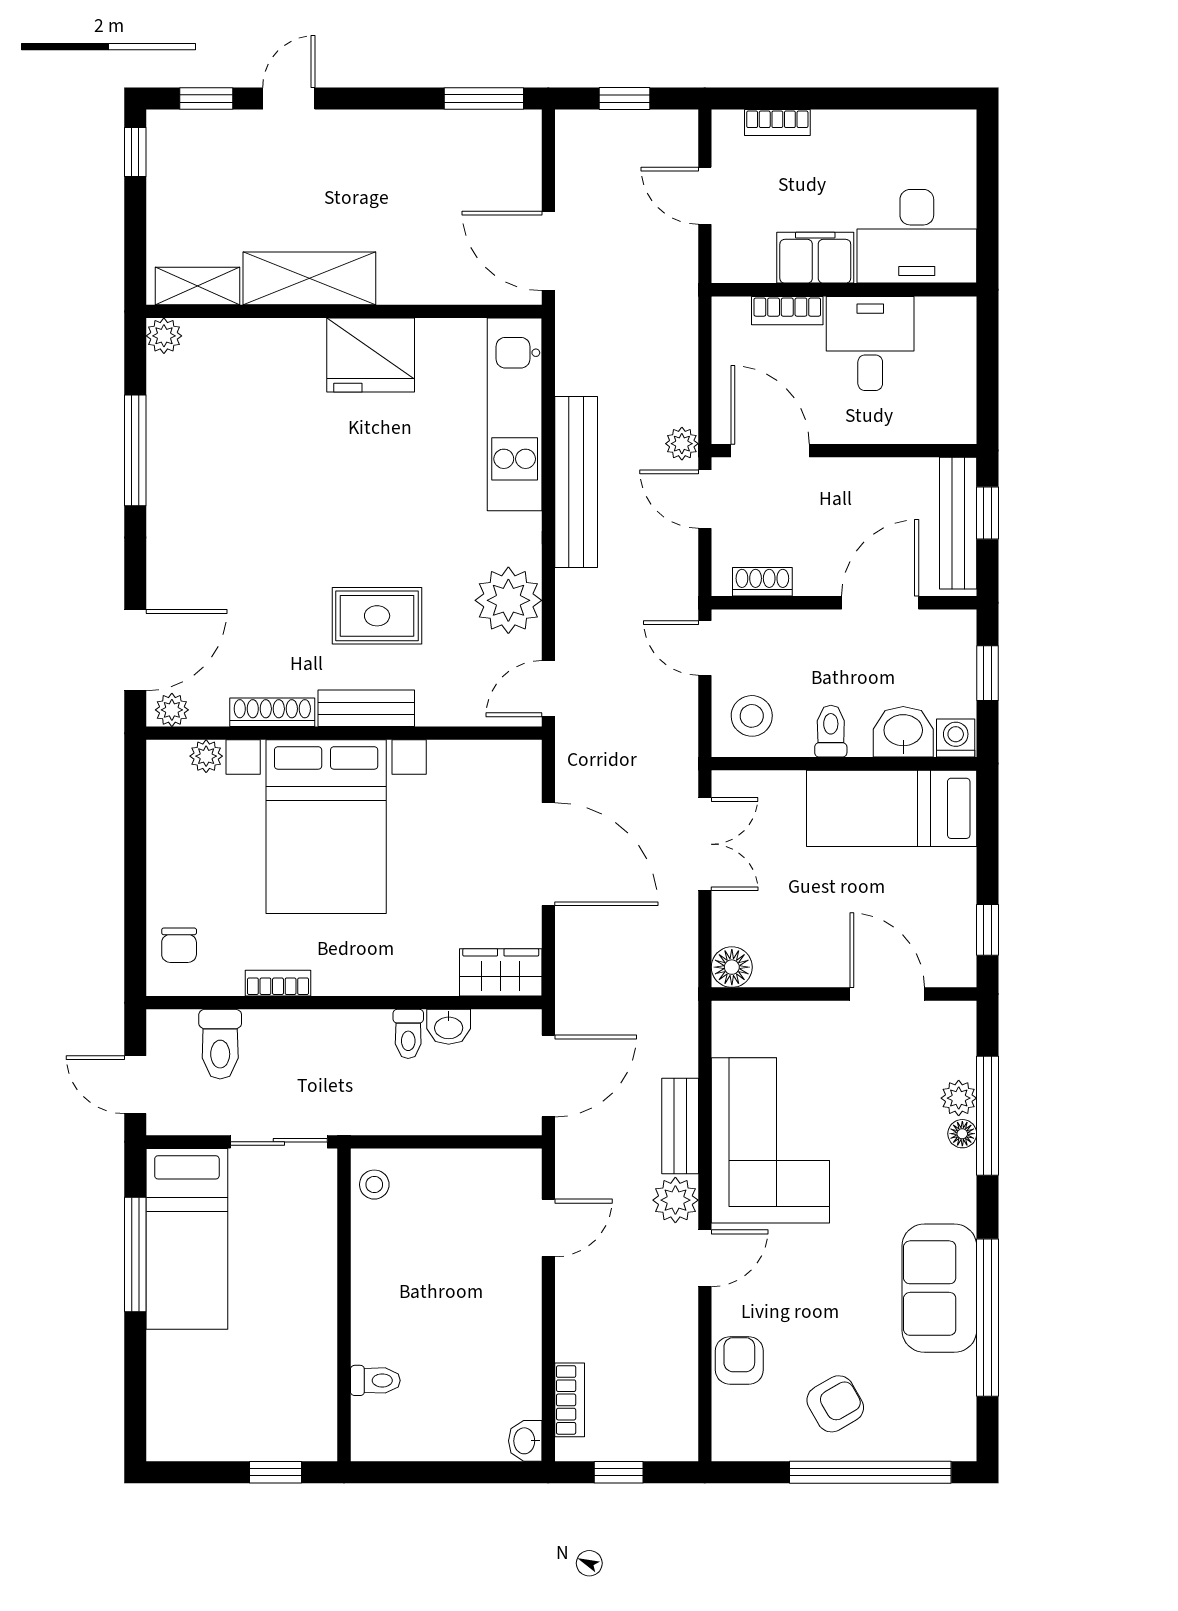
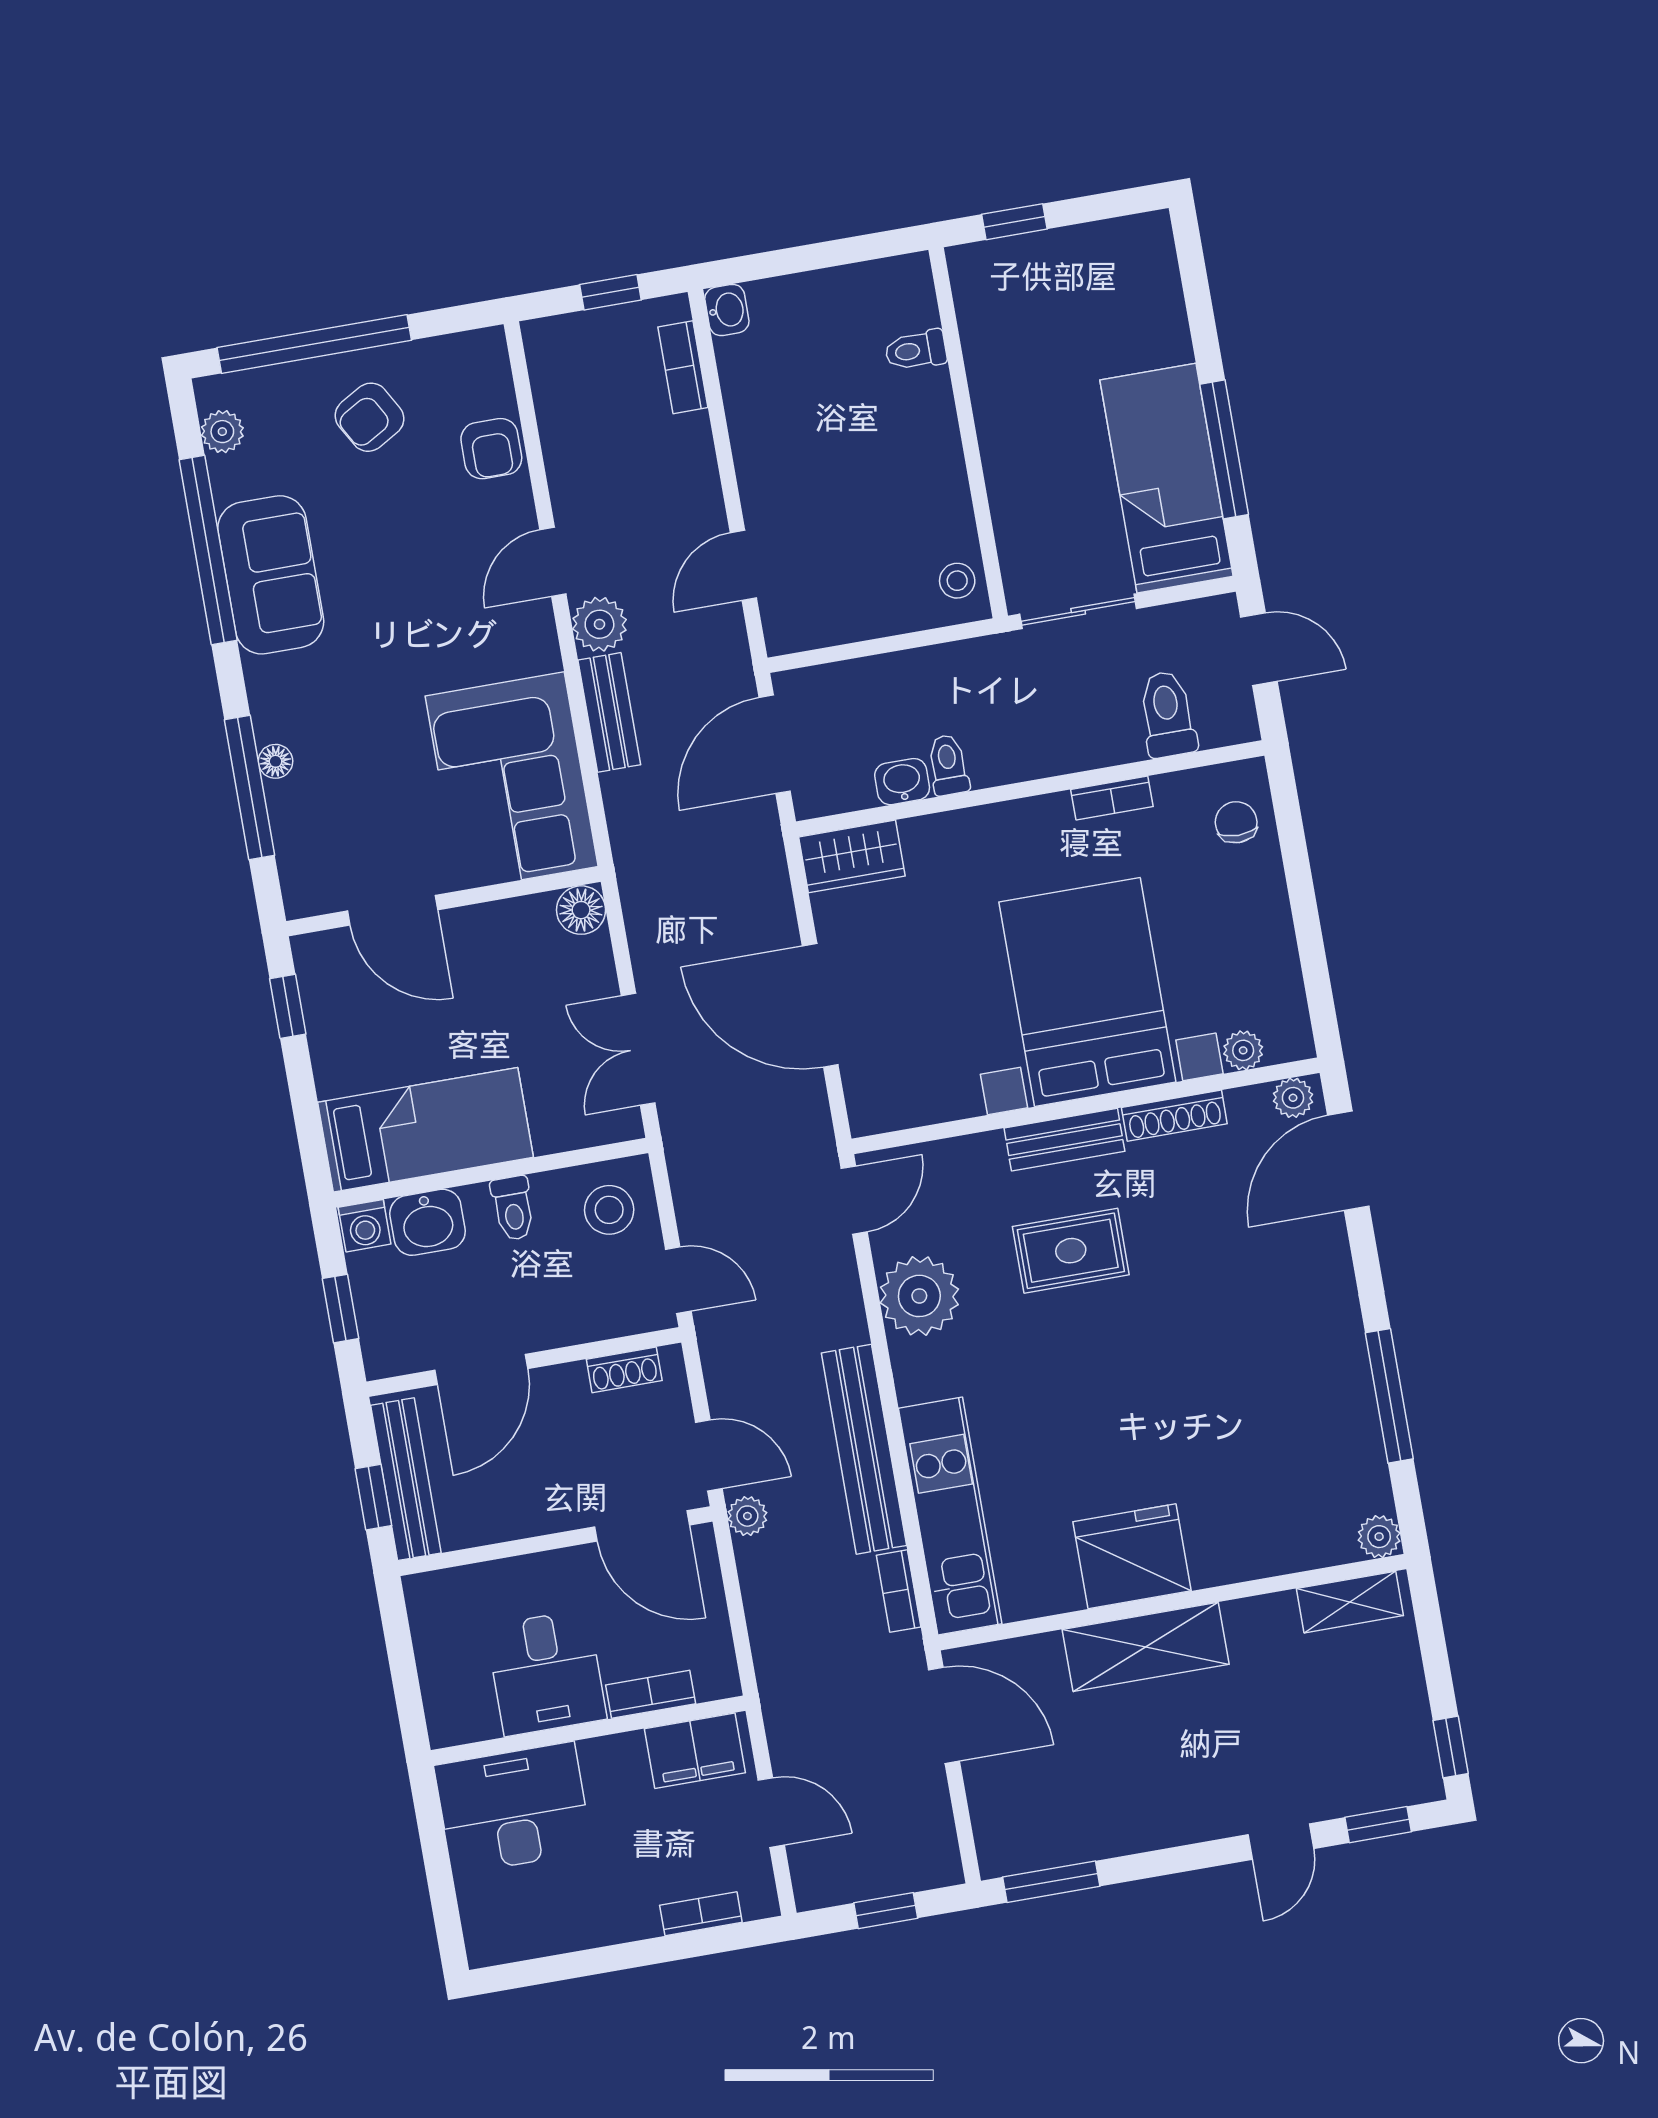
filing cabinet: (815, 258) -> (695, 1751), moved
shelving: (309, 278) -> (1146, 1647), moved
bookcase: (568, 360) -> (899, 1591), added
plant: (959, 1098) -> (222, 432), moved
corner sofa: (770, 1140) -> (512, 781), moved

